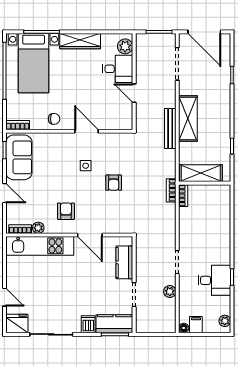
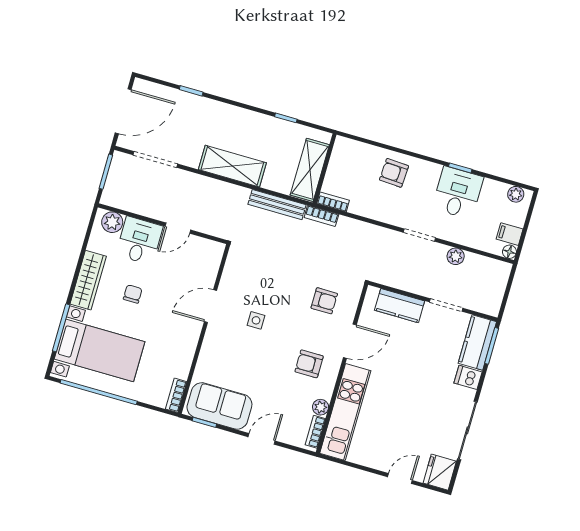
chair: (54, 119) -> (133, 294), moved
bench: (170, 129) -> (277, 205), moved
armchair: (114, 183) -> (324, 301), moved
armchair: (215, 232) -> (394, 173), added

